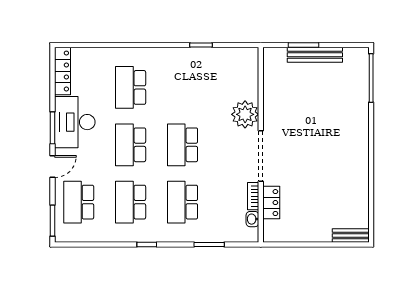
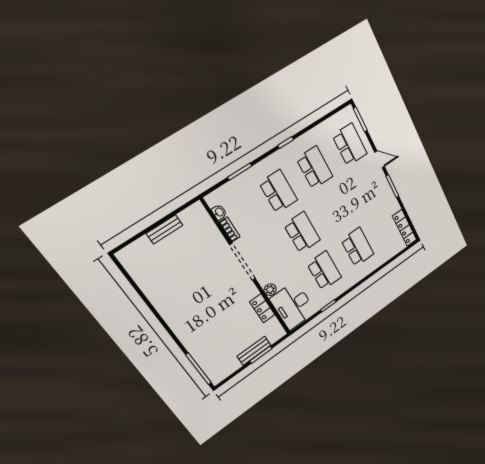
bench: (315, 55) -> (254, 351), width x0.73
plant: (245, 114) -> (270, 290), width x0.53, depth x0.53
desk: (75, 122) -> (293, 306), moved, turned 180
school desk: (131, 145) -> (324, 271), moved
door: (52, 167) -> (379, 159), swing flipped
locker: (271, 203) -> (262, 308), moved
bench: (351, 236) -> (165, 229), moved

